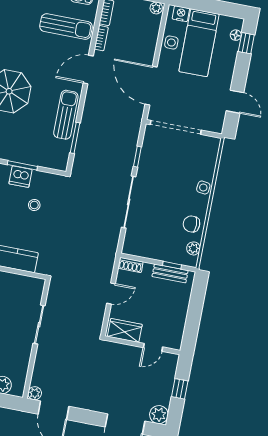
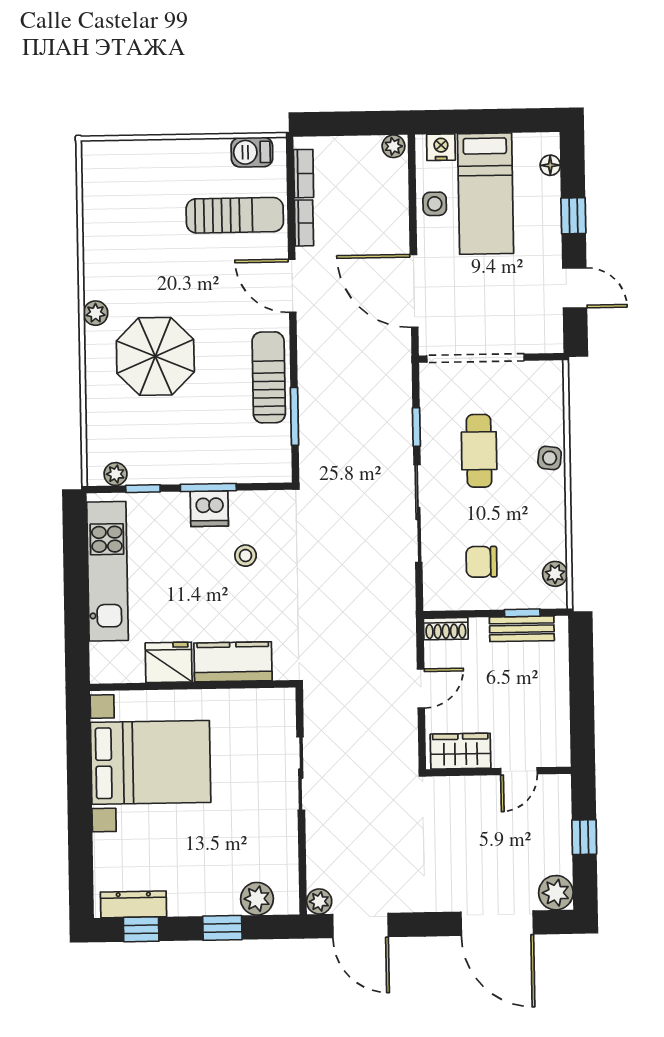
window: (246, 43) -> (573, 216), moved
door: (88, 70) -> (292, 286), hinge flipped
cafe table: (167, 176) -> (479, 451), added
chair: (191, 224) -> (481, 562), moved

